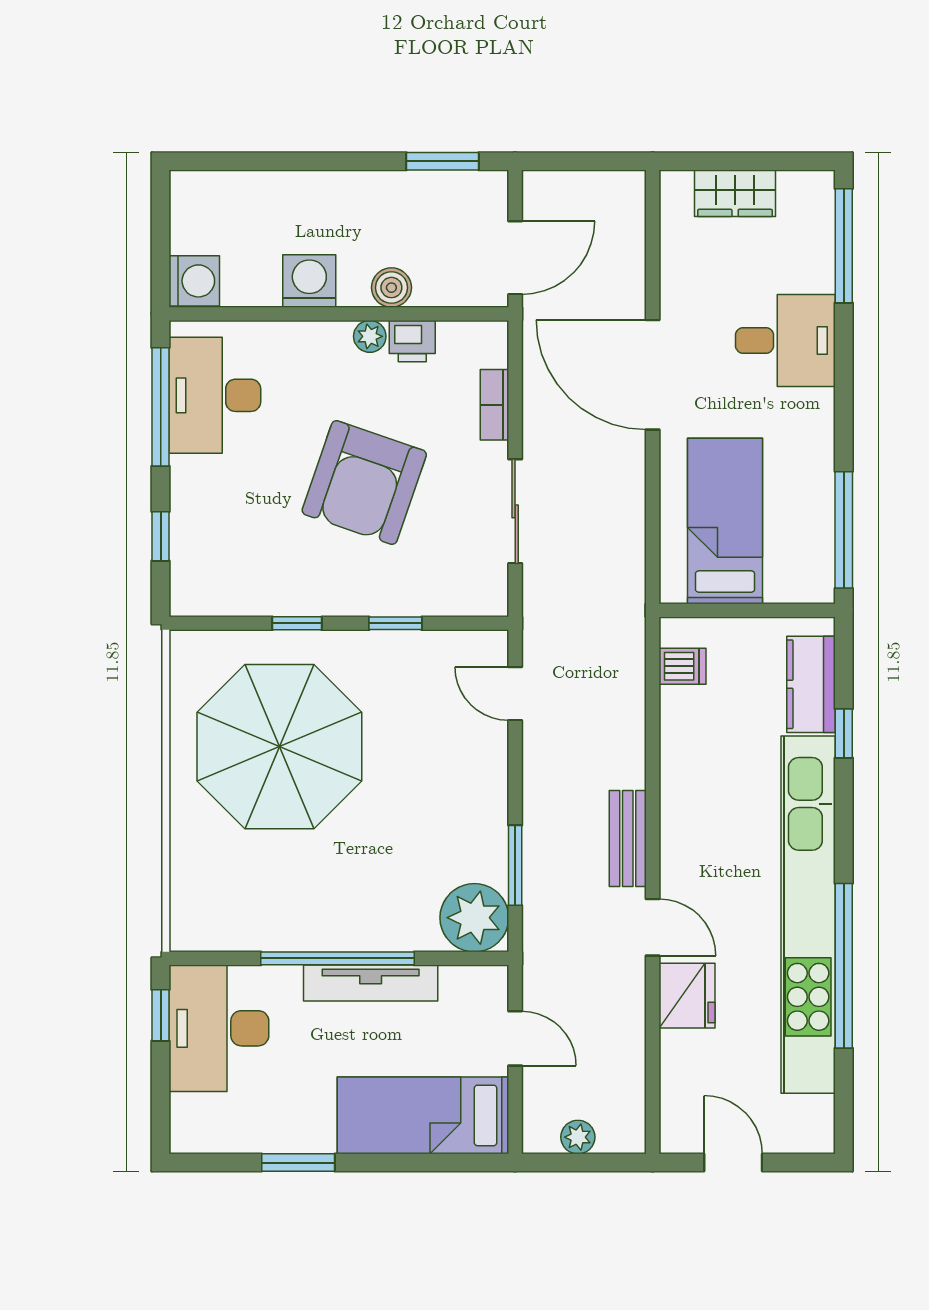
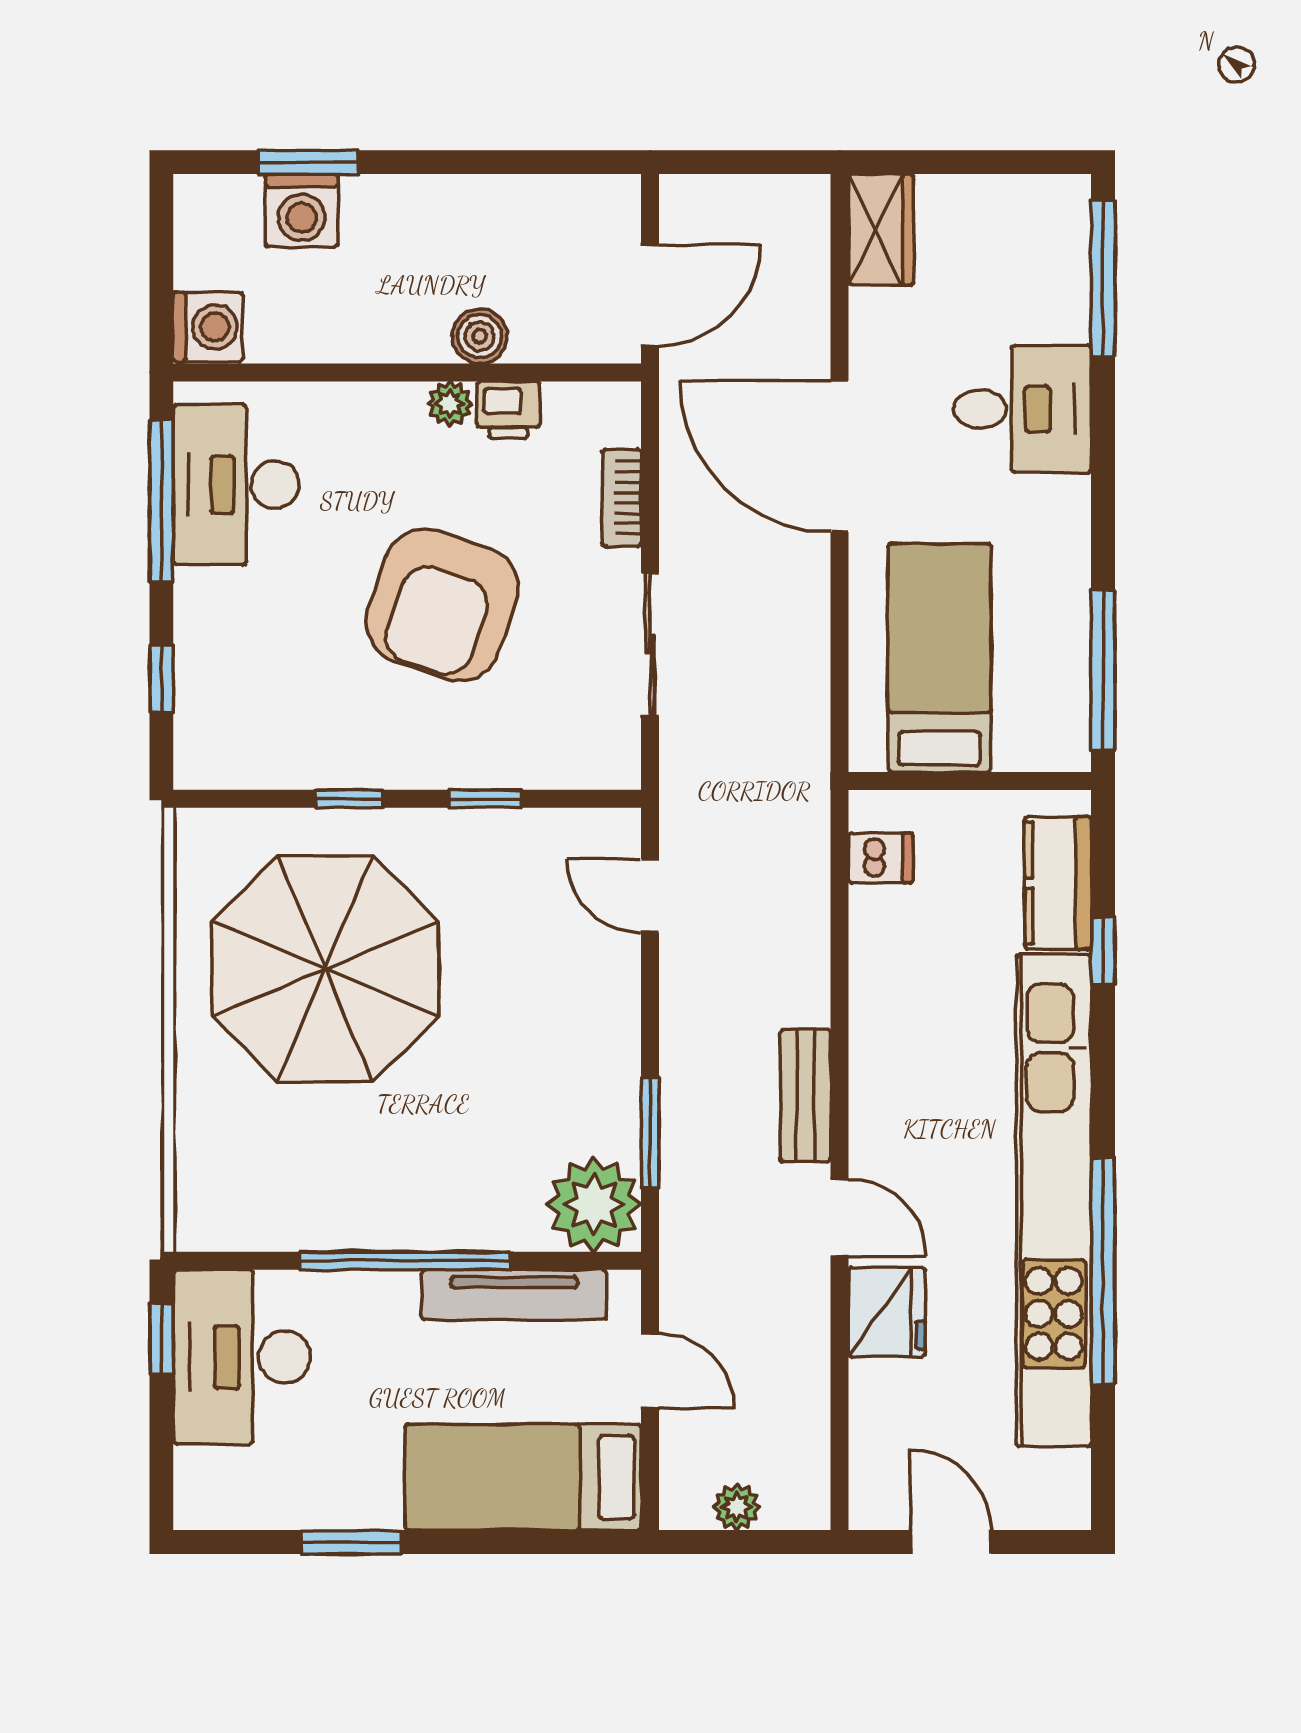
window: (442, 161) -> (309, 162), moved
wardrobe: (735, 193) -> (881, 230), moved, turned -90
washing machine: (309, 281) -> (302, 210), moved, turned 180
tv unit: (371, 983) -> (514, 1295), moved

